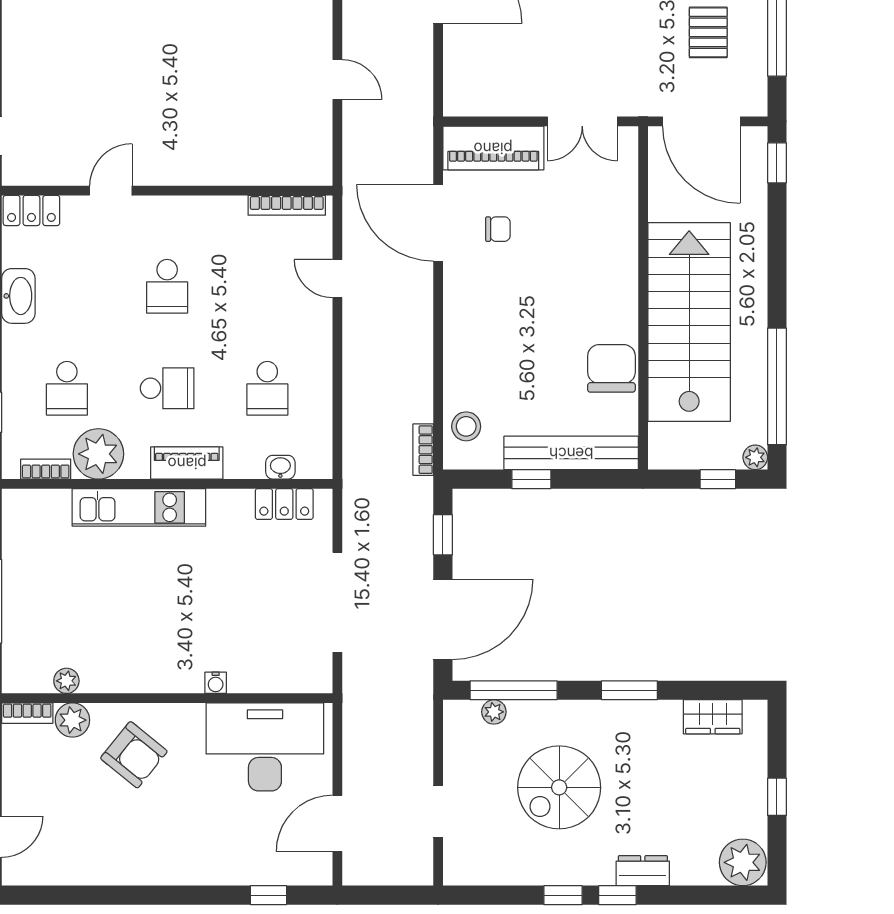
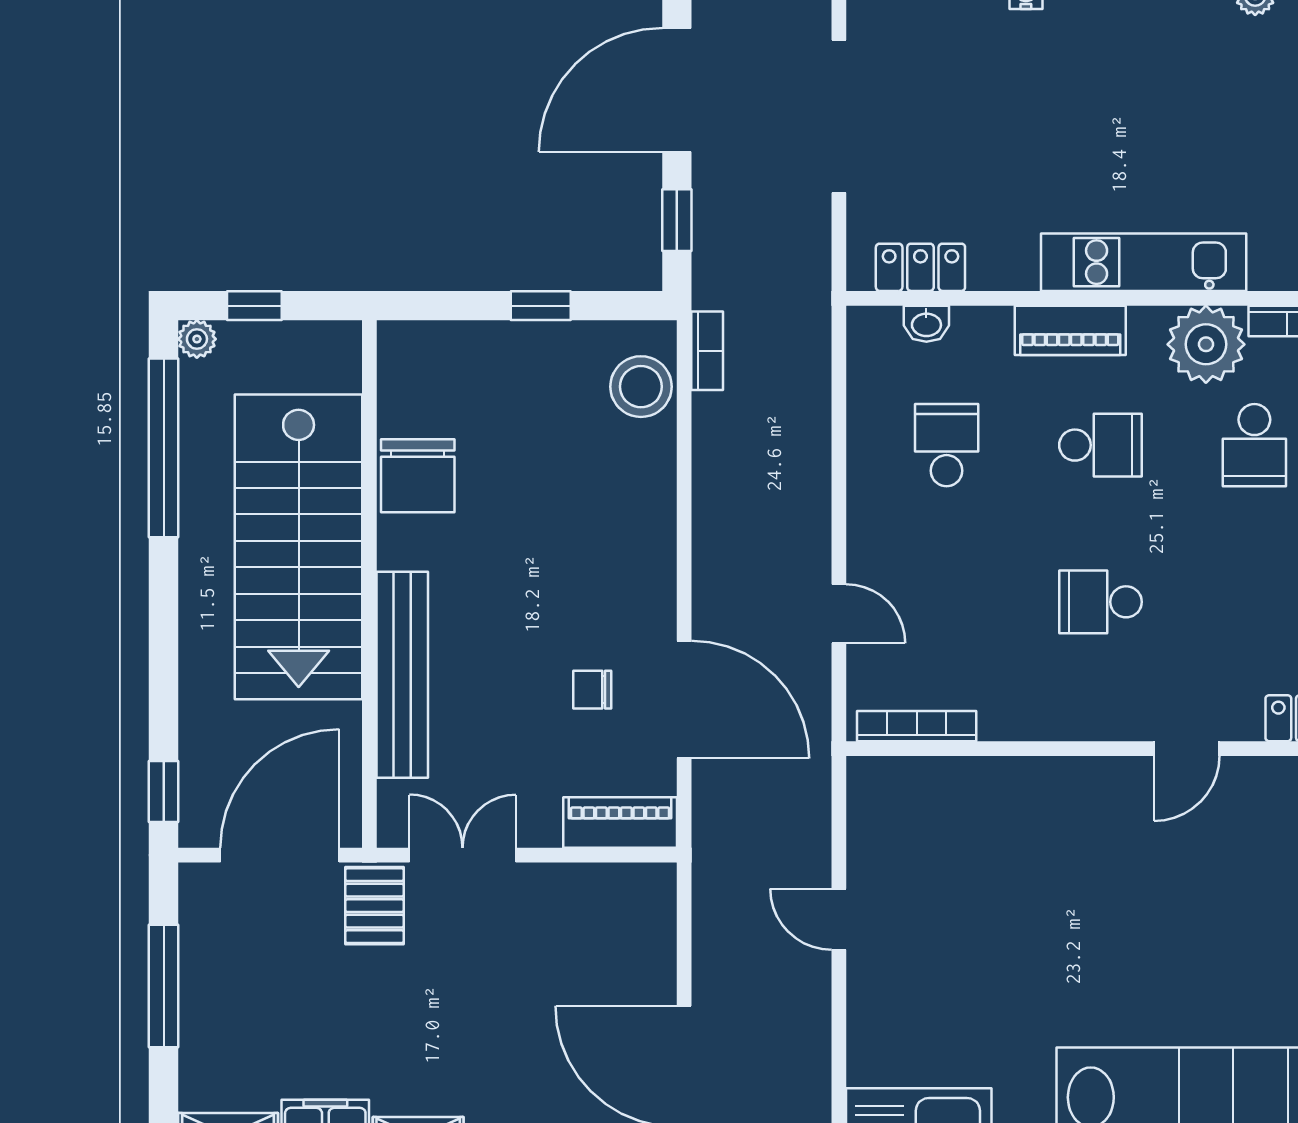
pallet: (708, 32) -> (375, 906), moved
door: (701, 121) -> (280, 855), hinge flipped
piano: (493, 148) -> (620, 823), width x0.73, depth x0.75
school desk: (167, 286) -> (1100, 602), turned -90
school desk: (67, 388) -> (1254, 445), turned 180
school desk: (167, 388) -> (1100, 445), turned 180
stool: (466, 426) -> (641, 387), width x1.38, depth x1.38
bench: (571, 453) -> (402, 675), moved, turned 90

